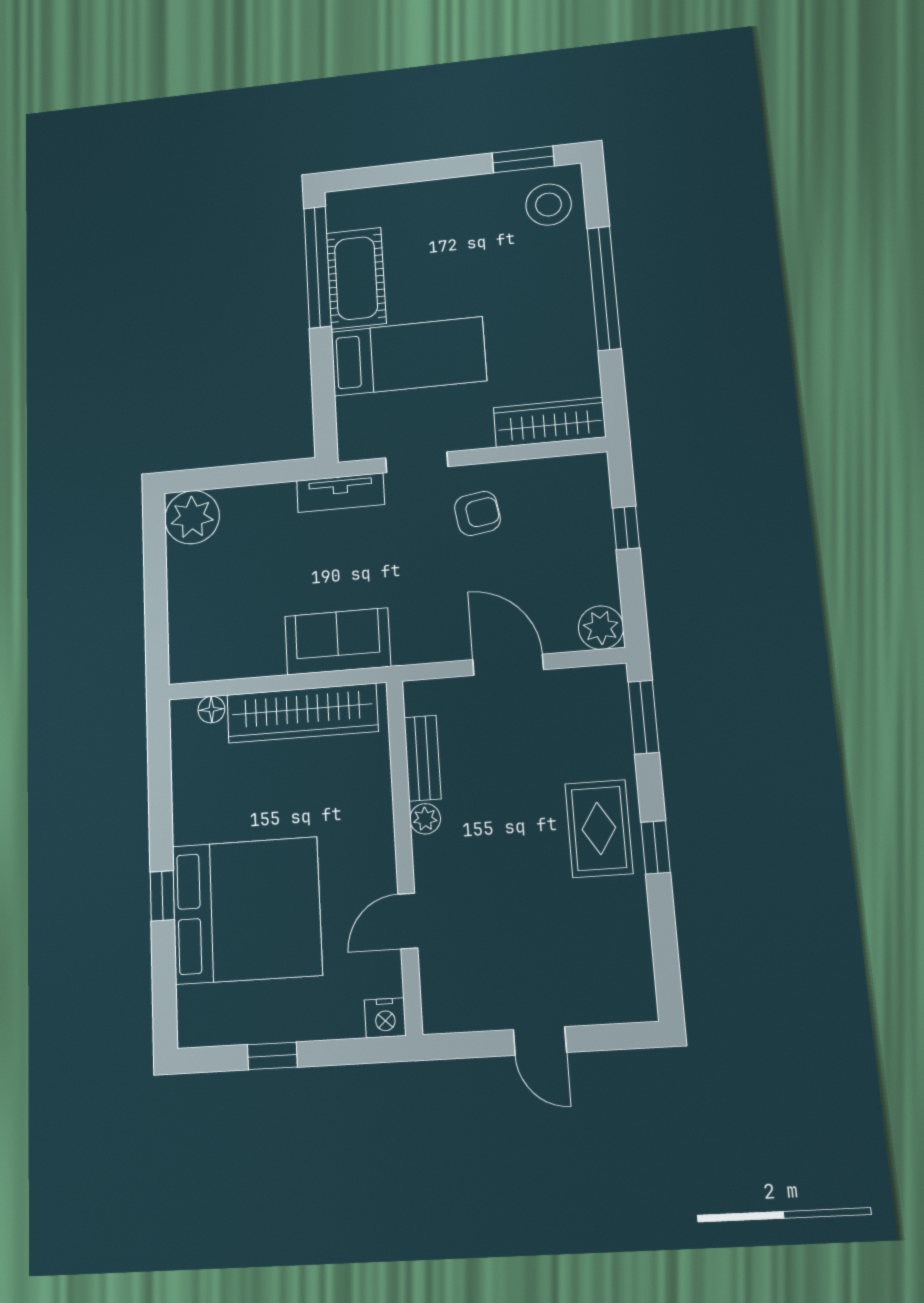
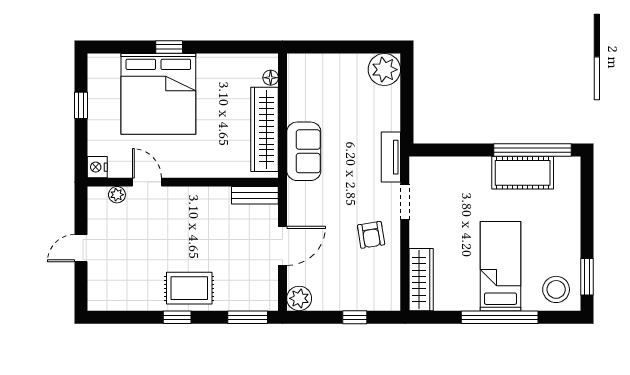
bed: (408, 356) -> (501, 266), moved, turned 180
bench: (422, 758) -> (255, 195), moved
plant: (425, 819) -> (117, 195), moved

